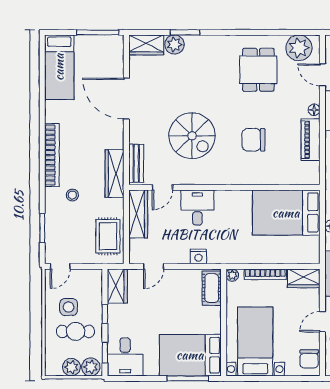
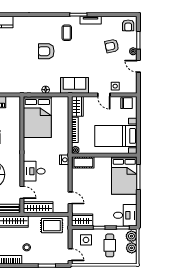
nightstand: (198, 257) -> (64, 160), moved
side table: (69, 307) -> (86, 240), moved

